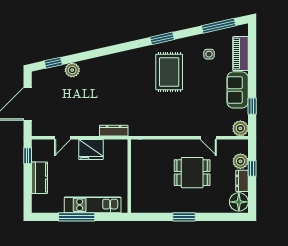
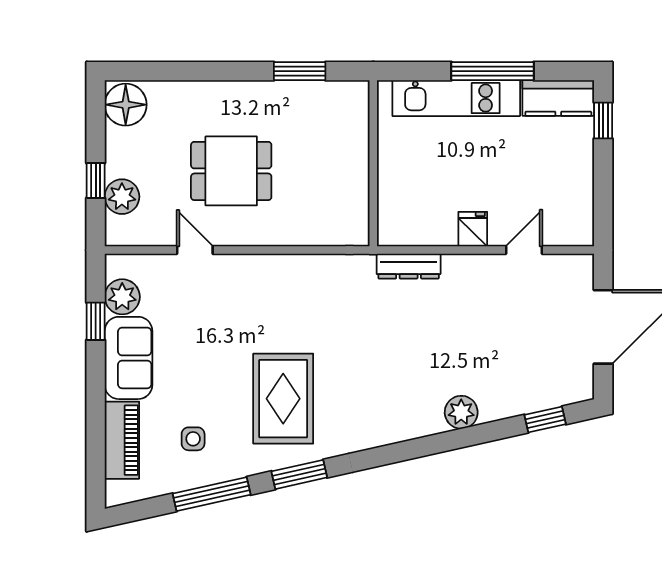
window: (219, 26) -> (212, 494), moved
plant: (72, 70) -> (461, 412), moved
plant: (240, 128) -> (122, 297), moved
fridge: (91, 149) -> (473, 229), width x0.53, depth x0.75
window: (28, 156) -> (603, 121), moved
kitchen counter: (40, 178) -> (558, 98), moved, turned -90
dresser: (242, 181) -> (118, 153), removed
window: (184, 217) -> (300, 71), moved

